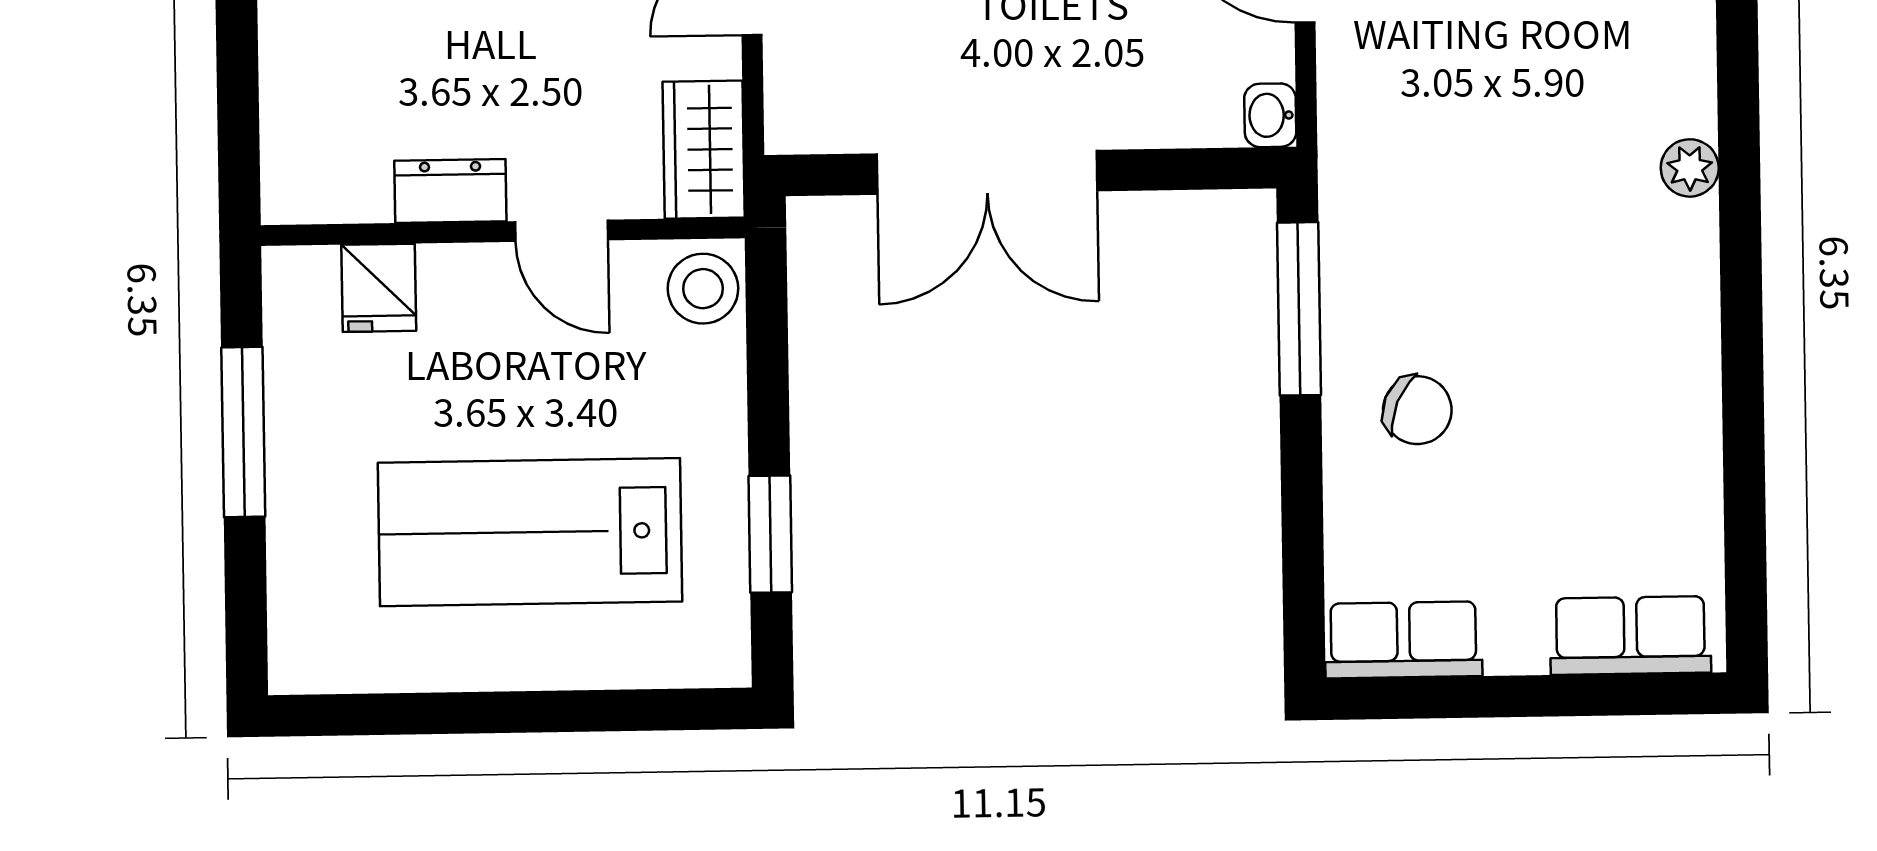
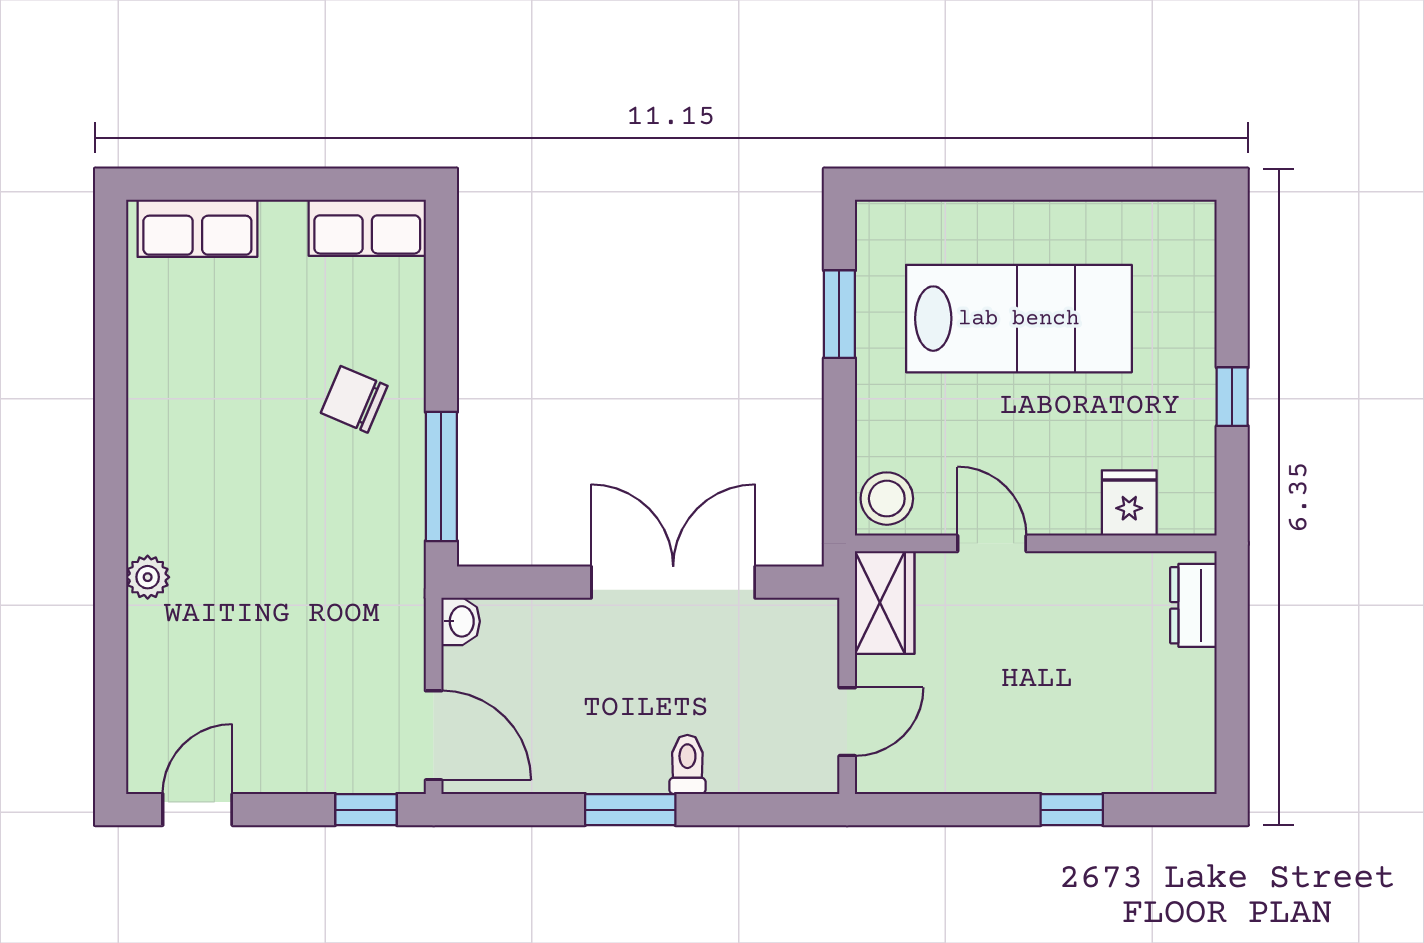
dresser: (450, 191) -> (1193, 605), moved, turned 90
window: (243, 432) -> (1232, 397), width x0.46

